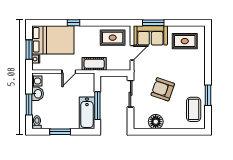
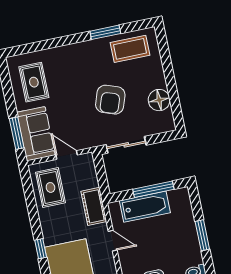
bathtub: (87, 113) -> (145, 207), moved

